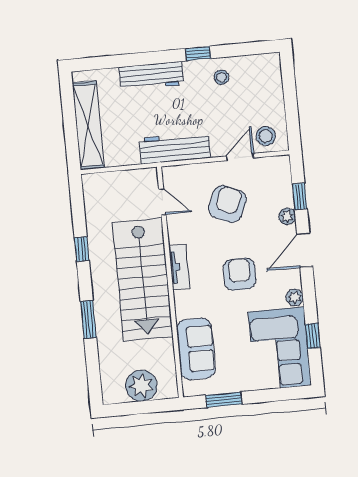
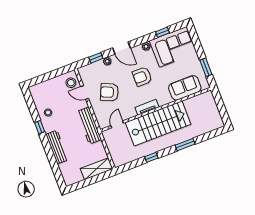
shelving: (88, 125) -> (97, 169), width x0.68
plant: (141, 386) -> (210, 110), removed

